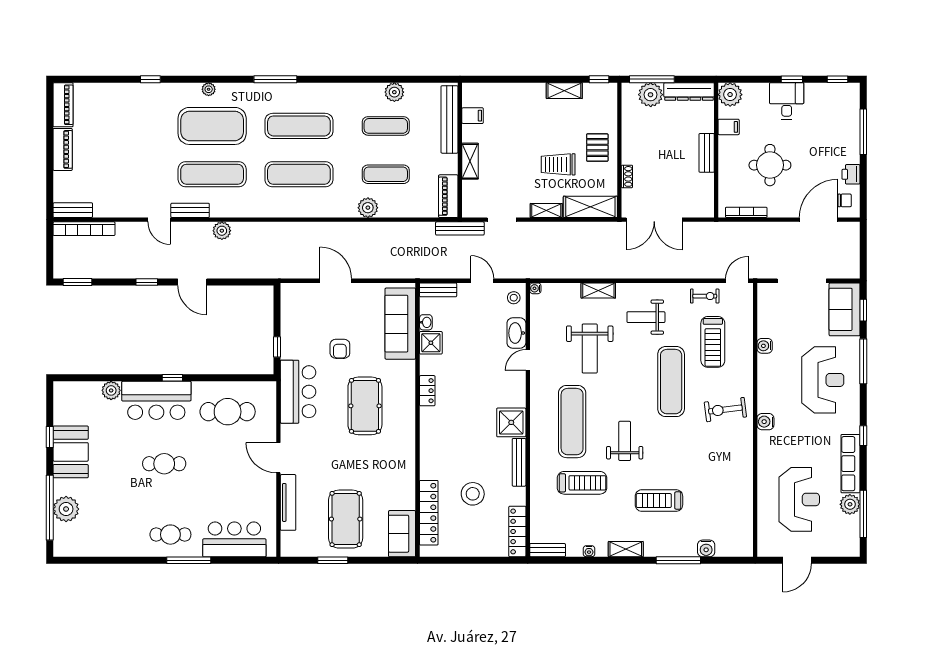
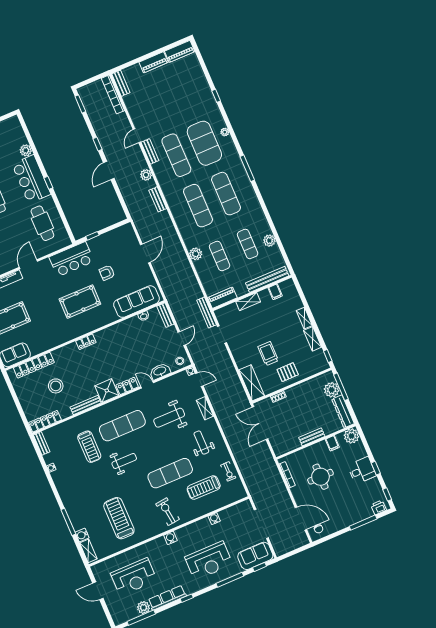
printer: (851, 174) -> (379, 507), moved
shelving: (546, 210) -> (304, 318), moved
bench: (265, 229) -> (158, 199), added
door: (737, 281) -> (199, 380), moved
shower: (431, 343) -> (133, 324), removed
locker: (517, 390) -> (127, 386), added
locker: (427, 391) -> (86, 342), moved
treadmill: (659, 501) -> (119, 518), moved, width x1.37, depth x1.38
shelving: (626, 549) -> (88, 551), moved

